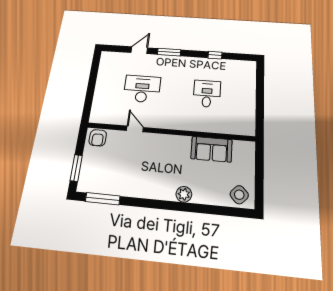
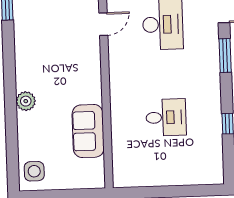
side table: (239, 195) -> (34, 171), turned 45

